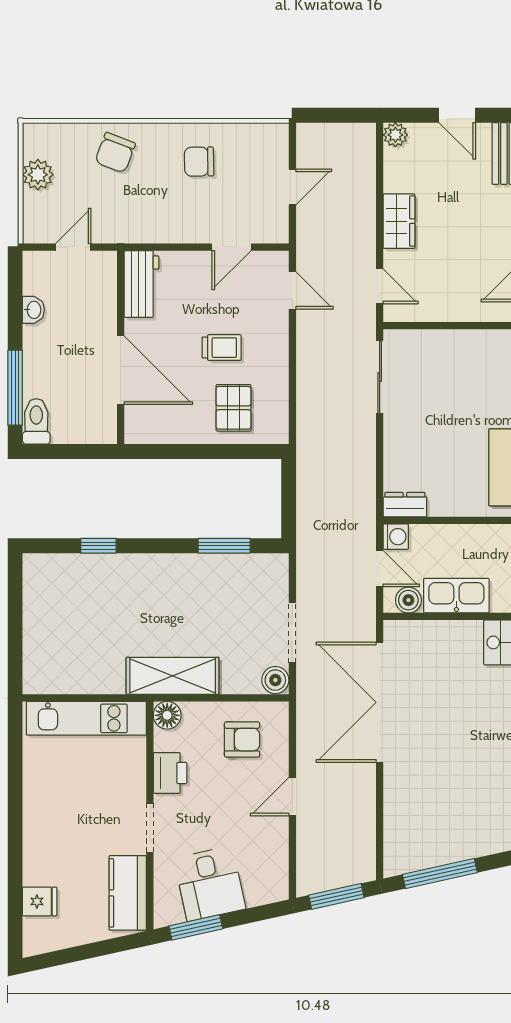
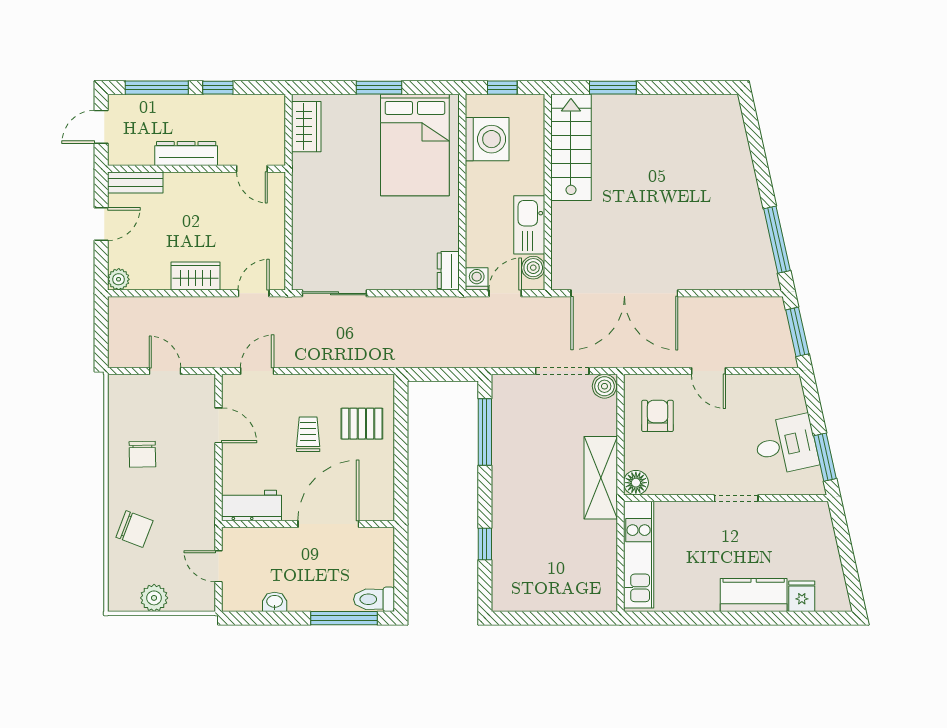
window: (224, 546) -> (485, 432), width x1.44
printer: (170, 773) -> (687, 480), removed
kitchen counter: (128, 893) -> (754, 595), moved, turned 180

